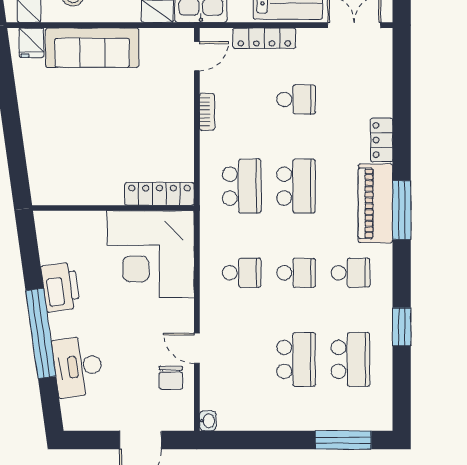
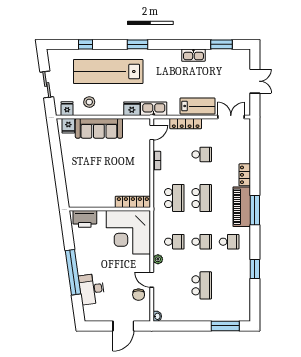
printer: (60, 287) -> (85, 219), moved, turned 98
plant: (209, 308) -> (158, 259), added
school desk: (350, 359) -> (229, 285), removed

